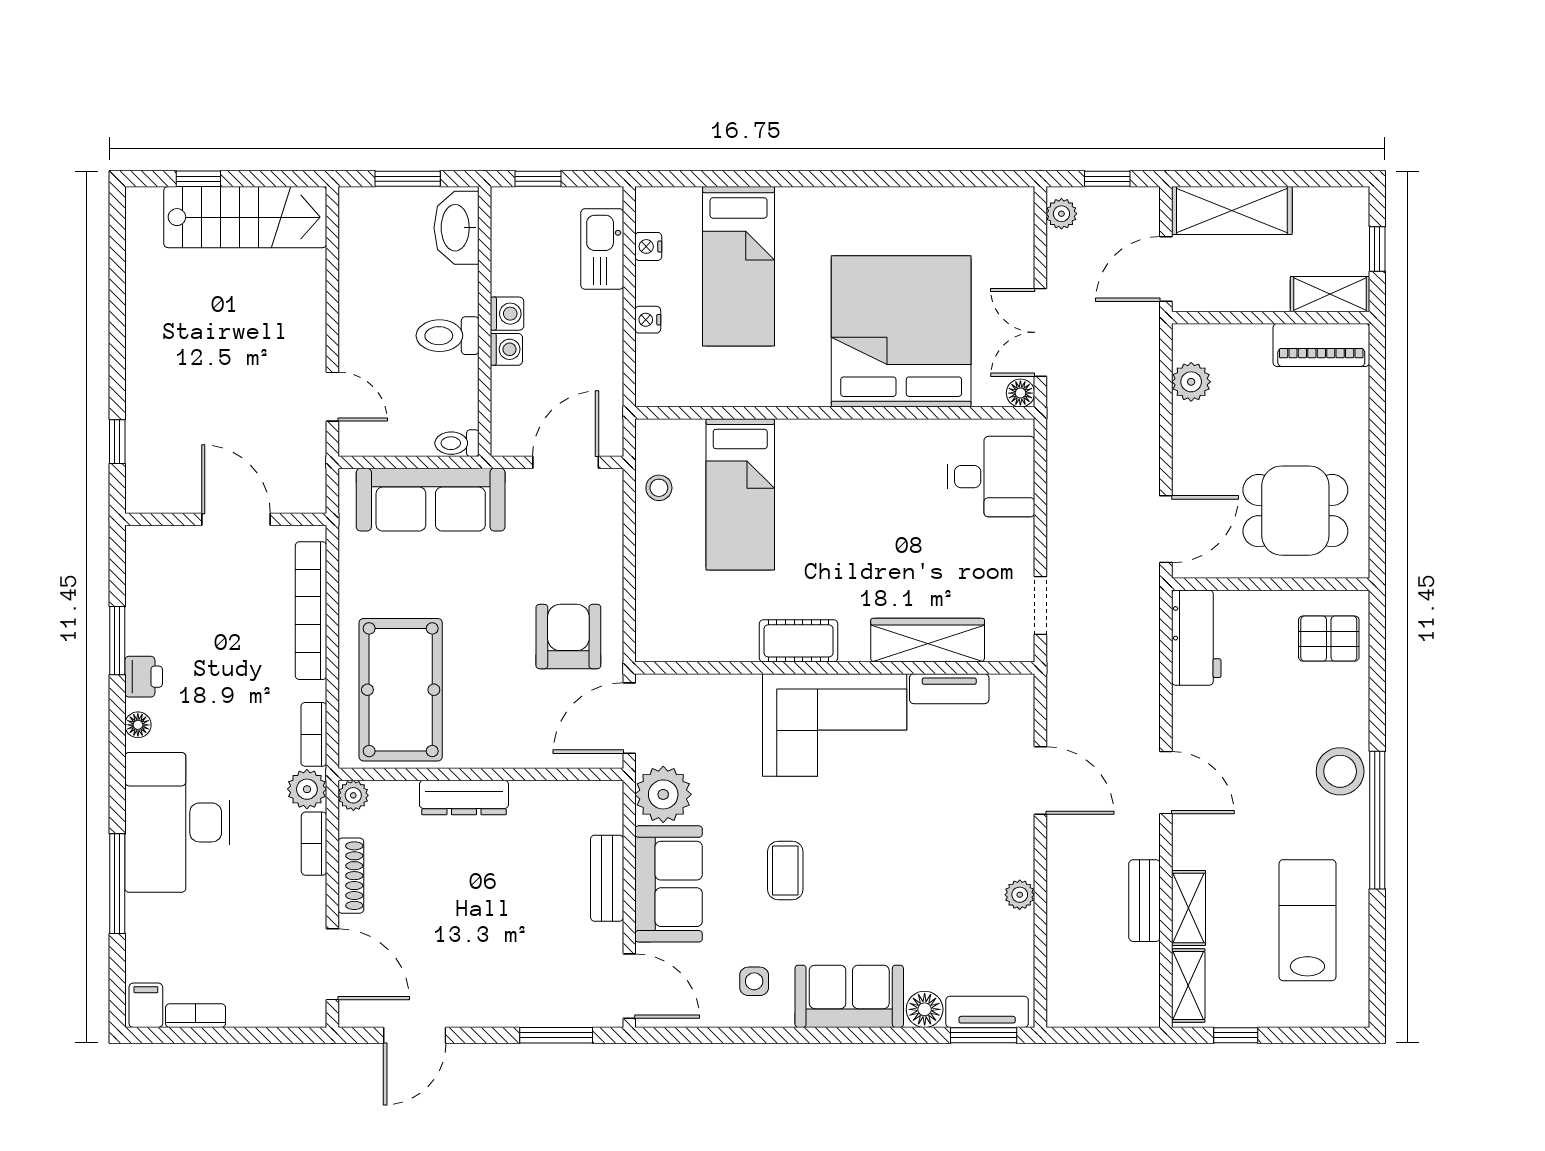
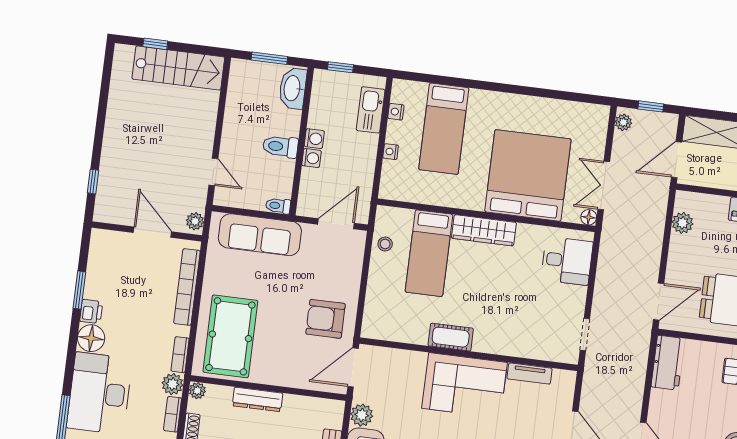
plant: (310, 490) -> (195, 221), added
armchair: (568, 637) -> (326, 319), turned -90
wardrobe: (928, 640) -> (484, 230), moved, turned 180
floor lamp: (138, 725) -> (91, 338), width x1.89, depth x1.89
plant: (663, 794) -> (362, 415), width x0.73, depth x0.73

